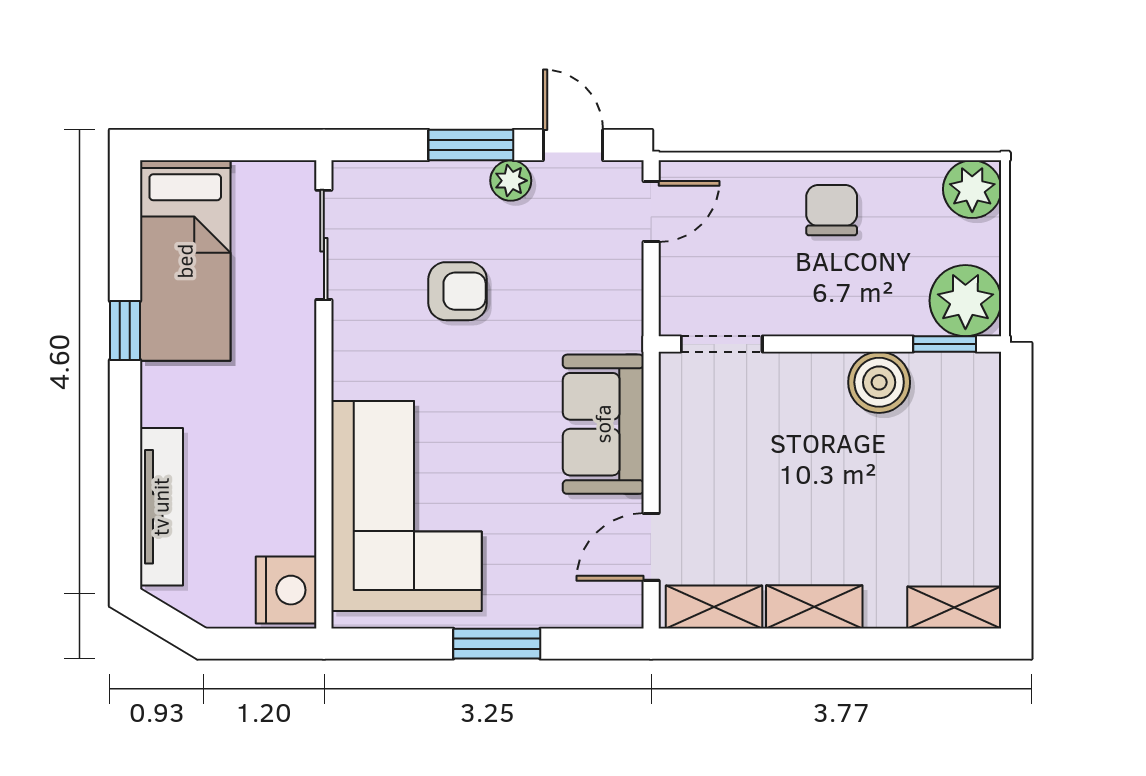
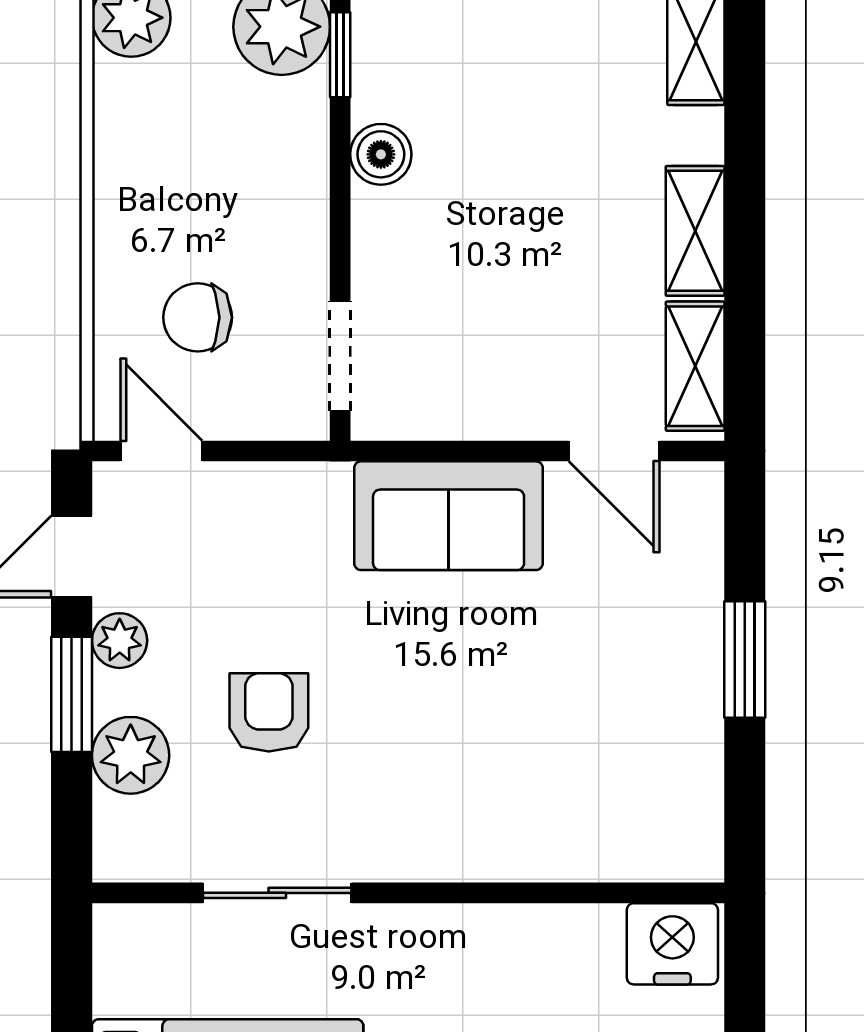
plant: (426, 189) -> (131, 755), added
chair: (832, 210) -> (198, 317), moved
sliding door: (324, 245) -> (277, 893), moved
boiler: (879, 382) -> (381, 154), width x0.73, depth x0.73
corner sofa: (406, 506) -> (559, 781), removed

